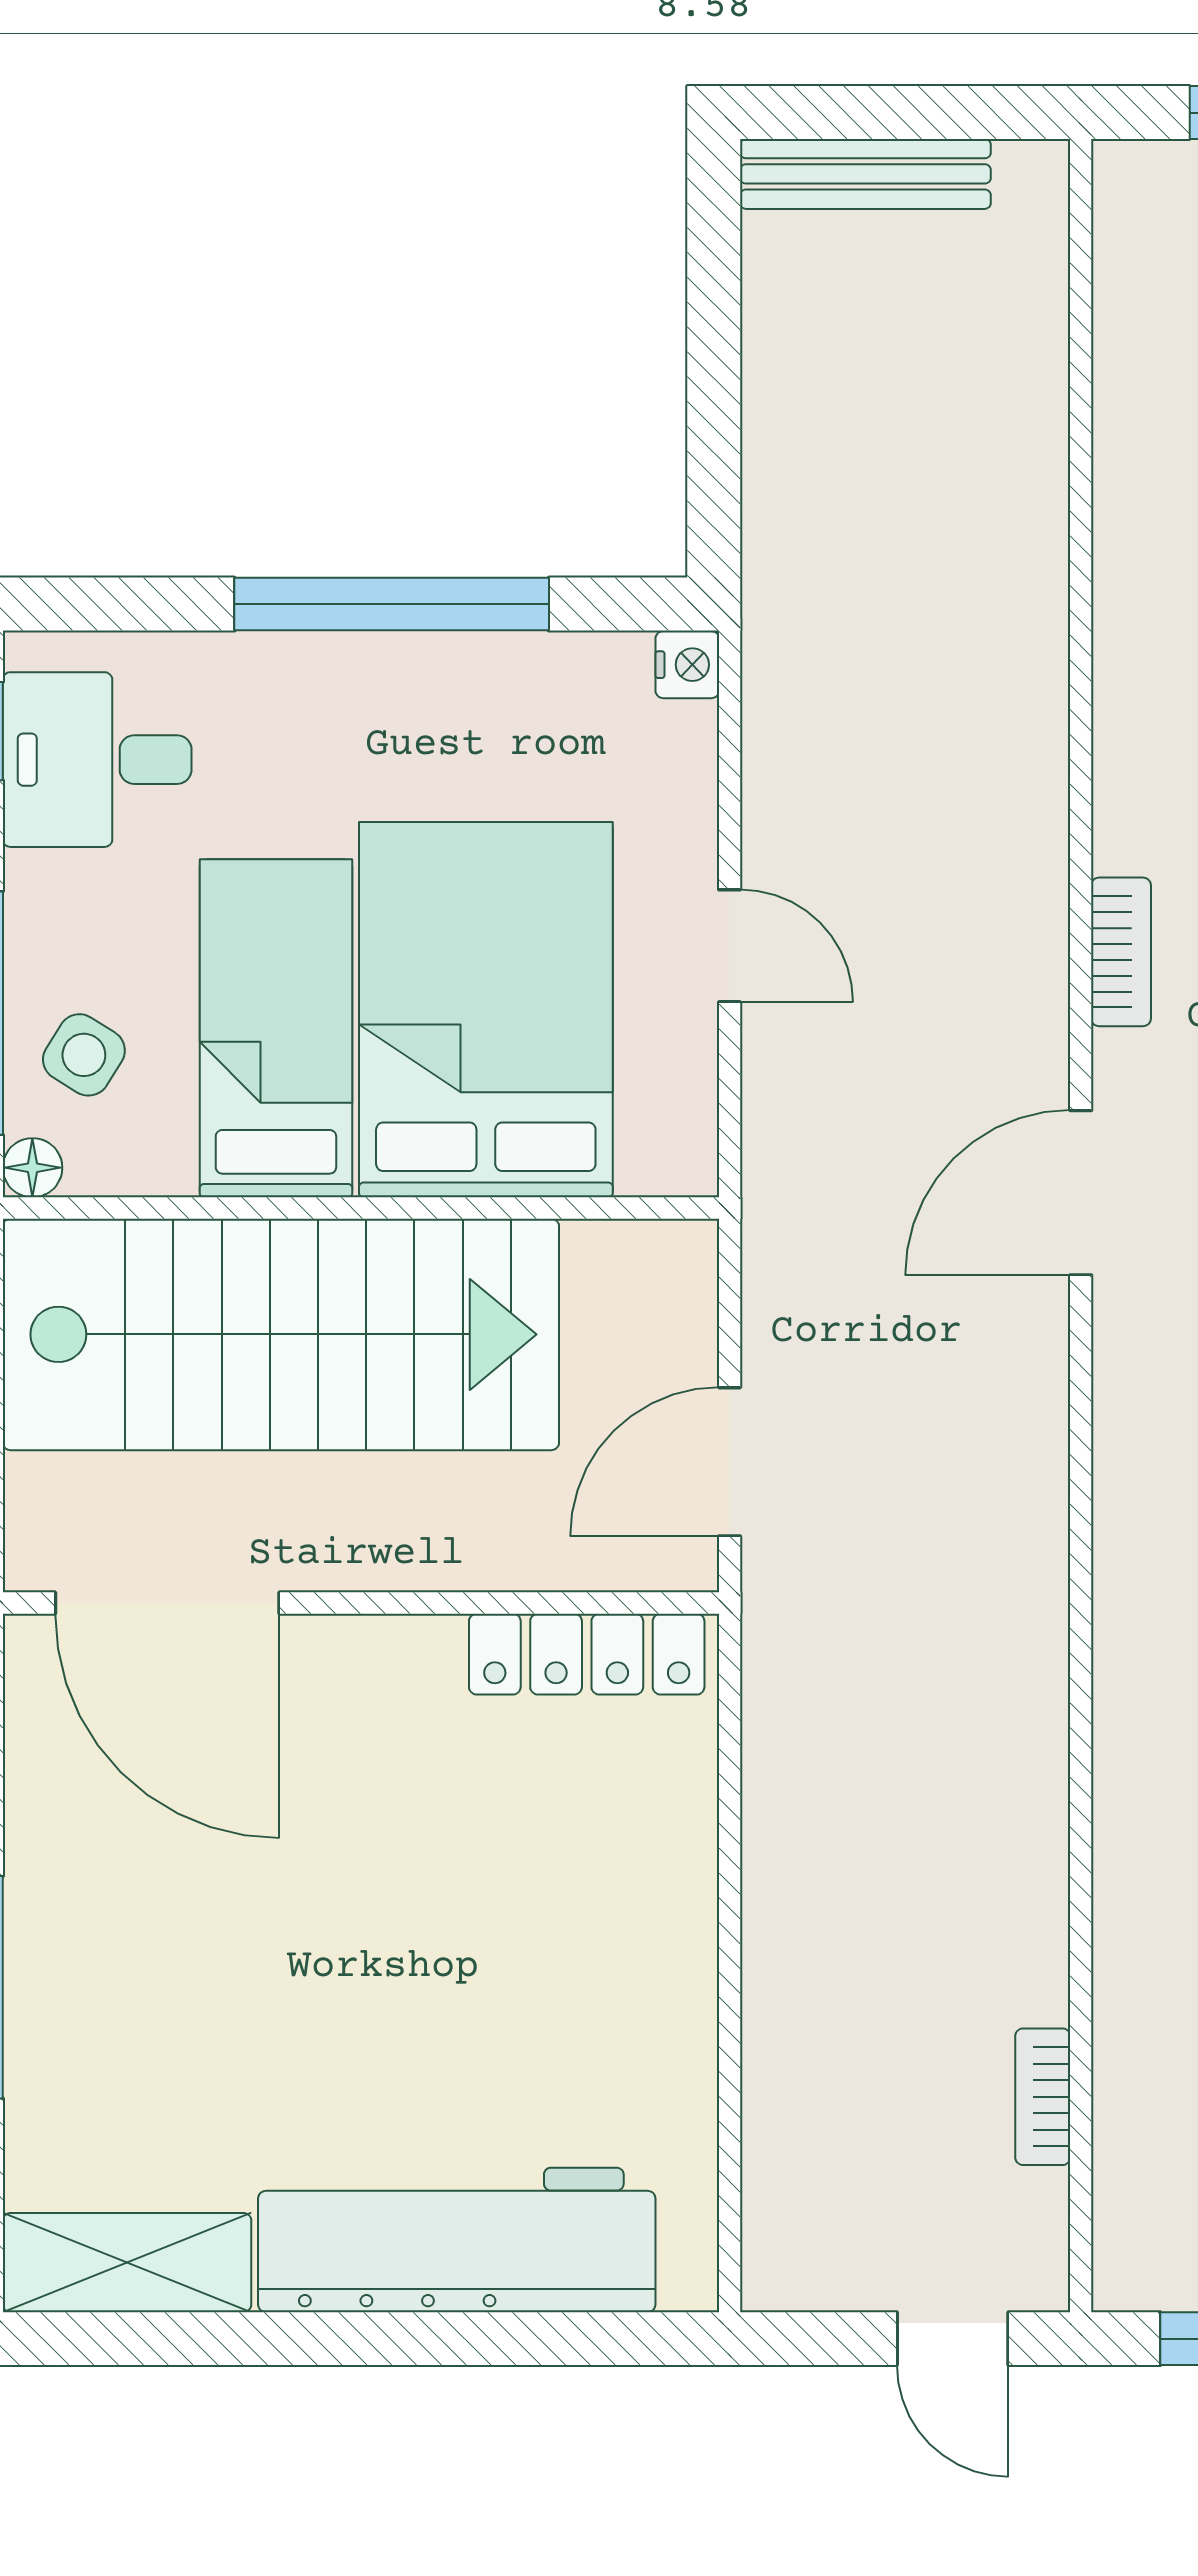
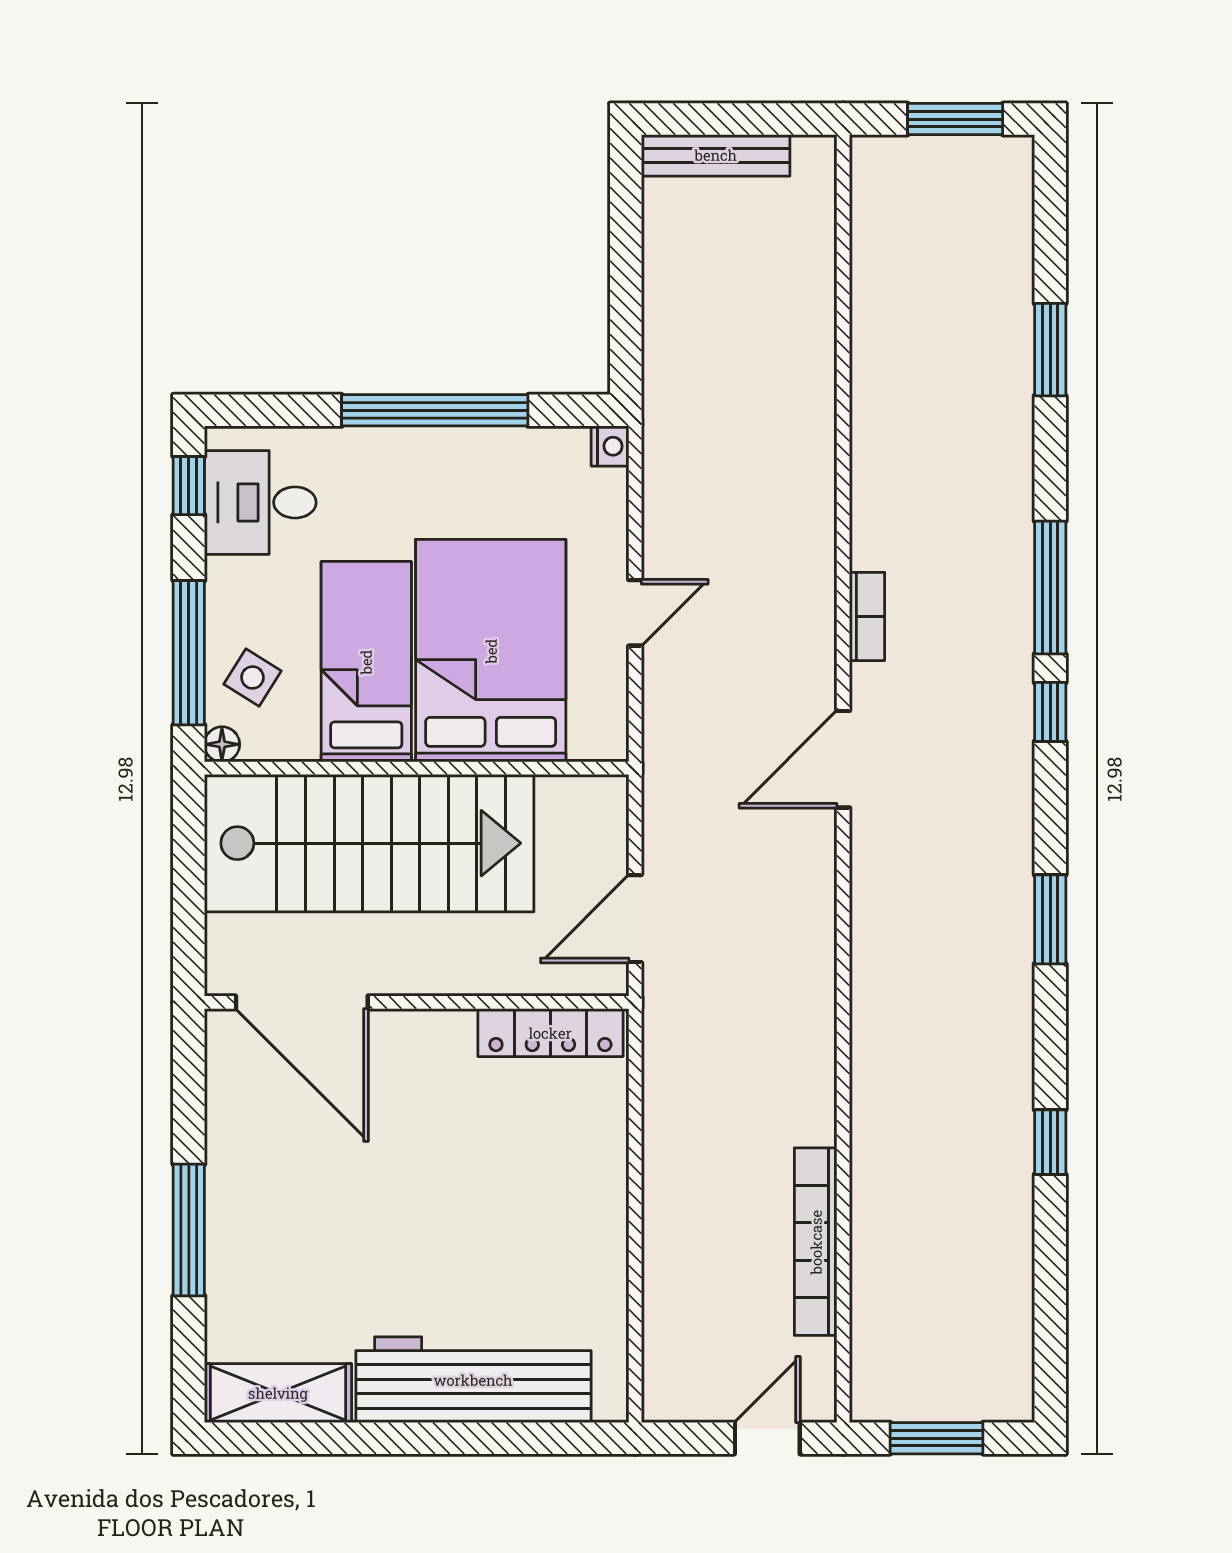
door: (730, 946) -> (635, 613), hinge flipped
bookcase: (1043, 2097) -> (816, 1242), width x2.31, depth x1.31
door: (953, 2339) -> (767, 1438), swing flipped

